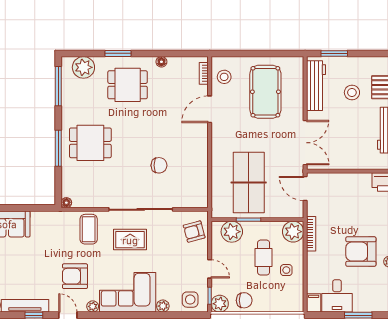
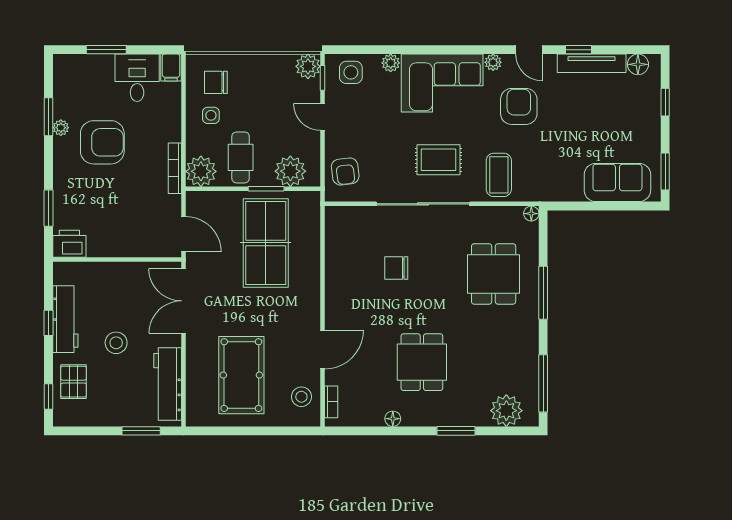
dining table: (128, 85) -> (422, 362), moved, turned 90
stool: (352, 92) -> (116, 343), moved
dining table: (90, 143) -> (494, 274), moved, turned 90
armchair: (194, 232) -> (345, 171), turned 98
cafe table: (264, 258) -> (241, 157), moved
armchair: (75, 276) -> (519, 106), turned -90
chair: (244, 300) -> (216, 82), moved

